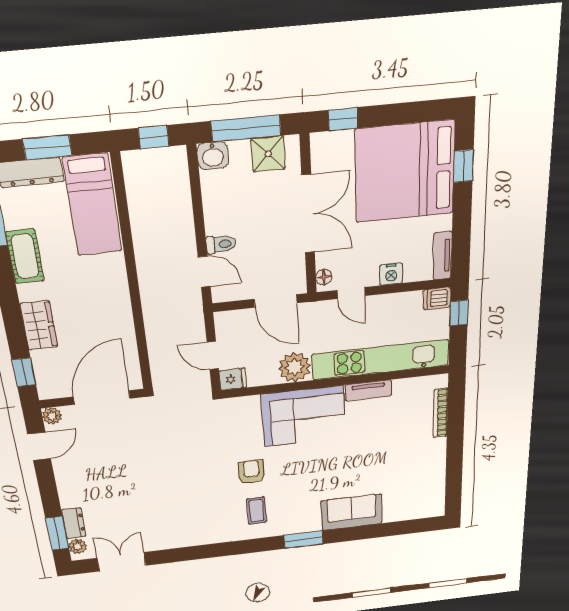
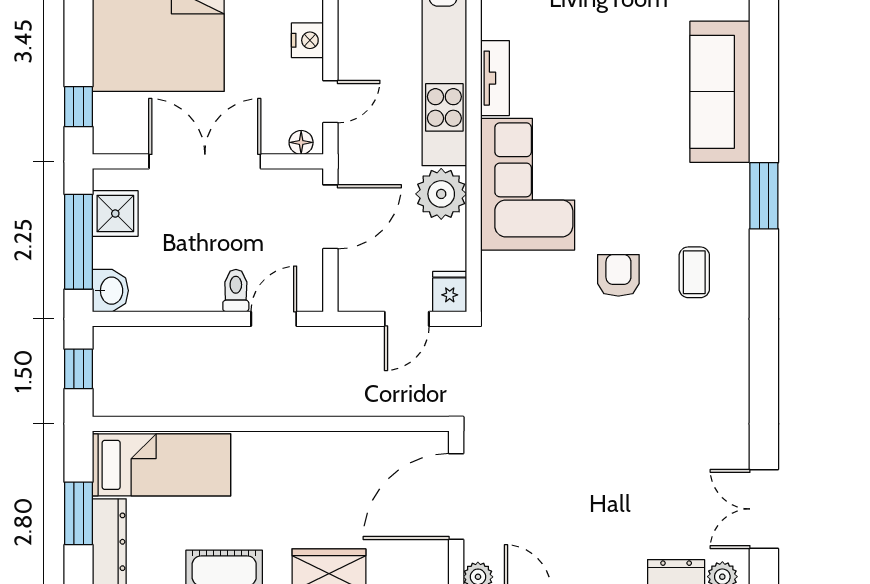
door: (102, 398) -> (456, 496), hinge flipped
armchair: (251, 472) -> (618, 275), turned 90
coffee table: (257, 511) -> (694, 272), turned 90
sofa: (352, 512) -> (720, 92), width x1.36

